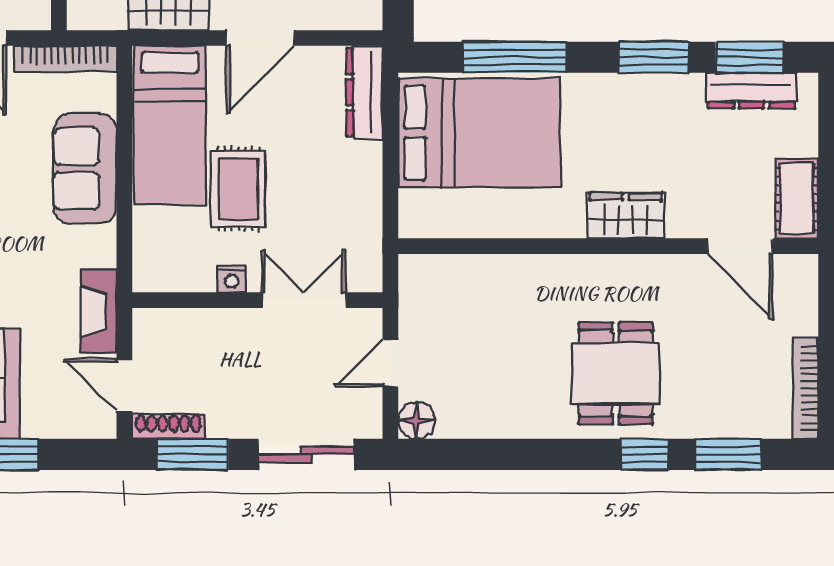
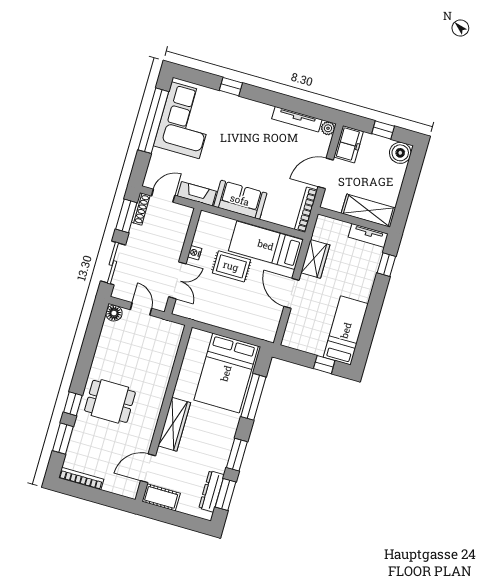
dresser: (365, 92) -> (257, 330), removed
sofa: (85, 169) -> (240, 200), moved
wardrobe: (626, 216) -> (174, 424), width x1.50

